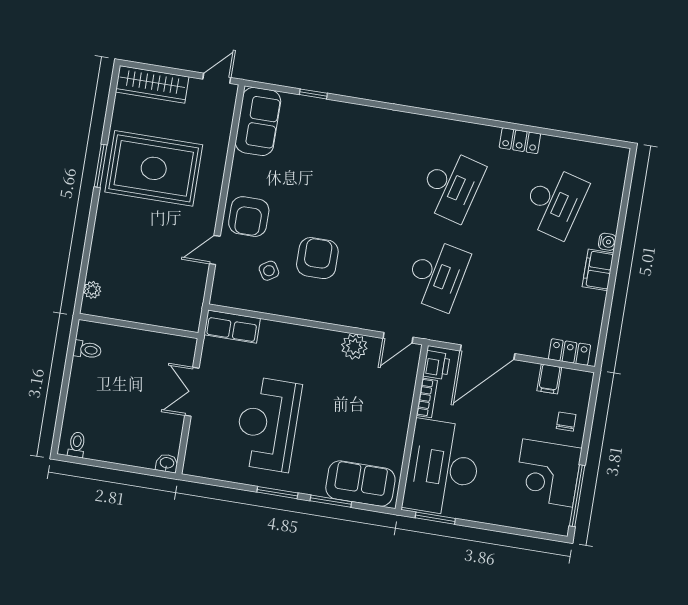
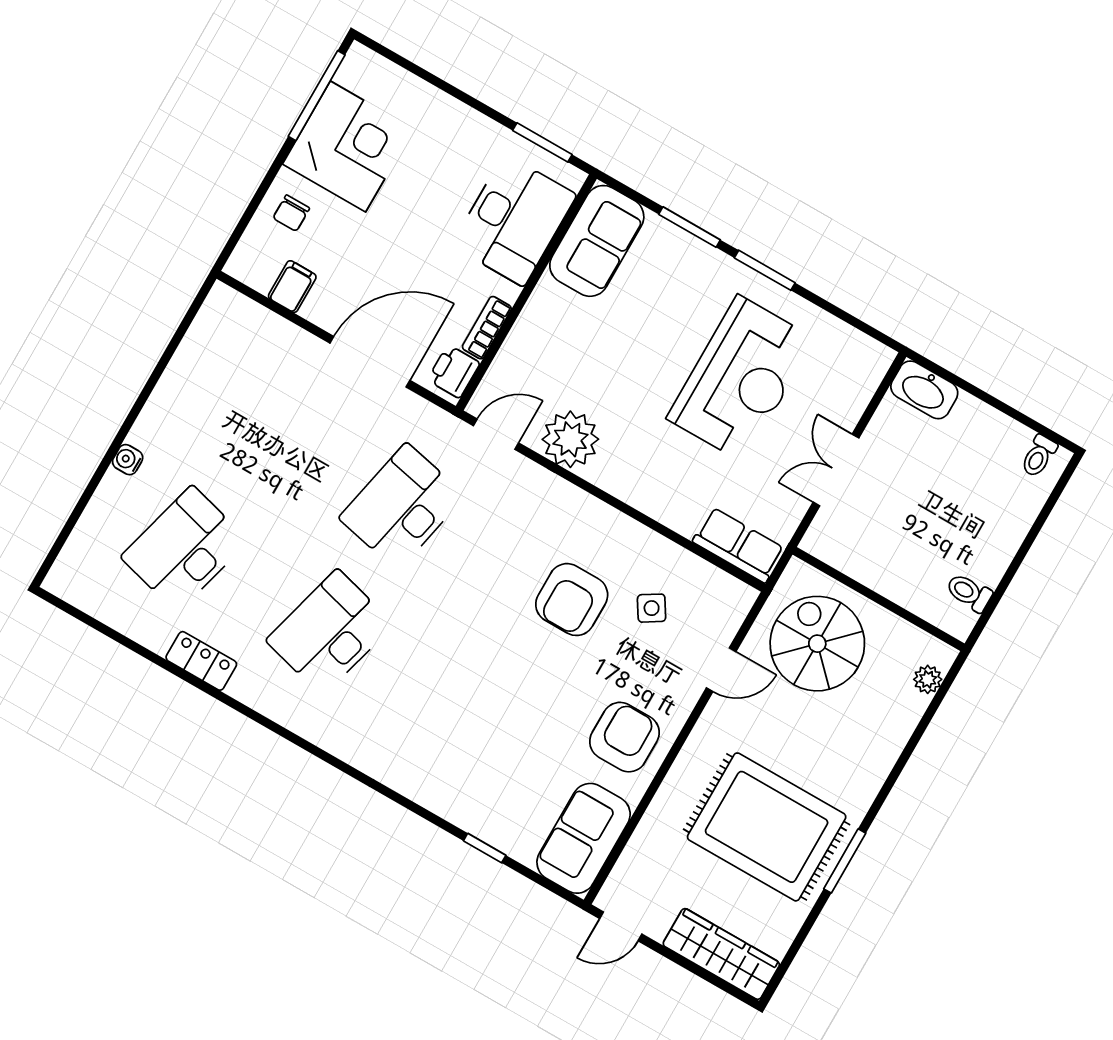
armchair: (249, 217) -> (624, 737), moved
filing cabinet: (598, 270) -> (157, 423), removed
spiral stairs: (165, 286) -> (817, 644), added
plant: (354, 347) -> (570, 439), width x1.36, depth x1.36
locker: (569, 352) -> (247, 316), removed
double door: (192, 392) -> (836, 470), swing flipped
washbasin: (167, 463) -> (924, 390), width x1.91, depth x1.45
desk: (442, 468) -> (514, 220), width x0.73, depth x0.77
sofa: (360, 484) -> (597, 241), moved, turned -90

